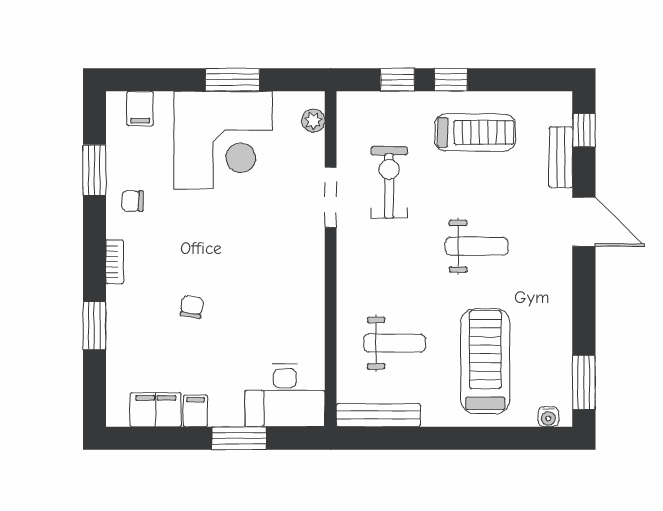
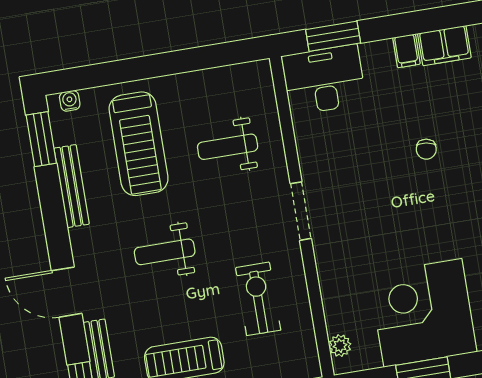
exercise bike: (389, 182) -> (258, 299), turned 180
doorway: (331, 197) -> (301, 211), moved
bench: (378, 415) -> (72, 186), moved, turned 90
window: (239, 438) -> (333, 36), moved

